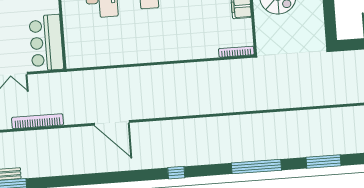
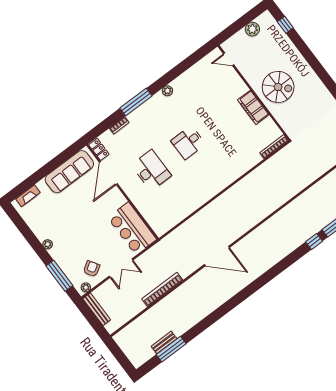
window: (176, 173) -> (314, 241), moved

